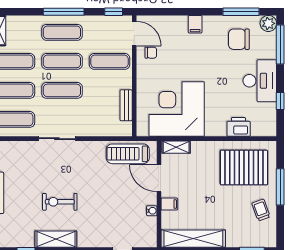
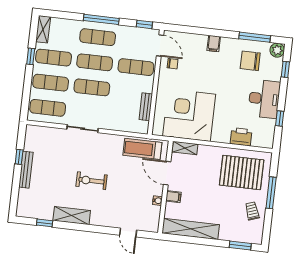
window: (280, 44) -> (285, 69), width x0.46
exercise bike: (60, 202) -> (91, 181), moved

